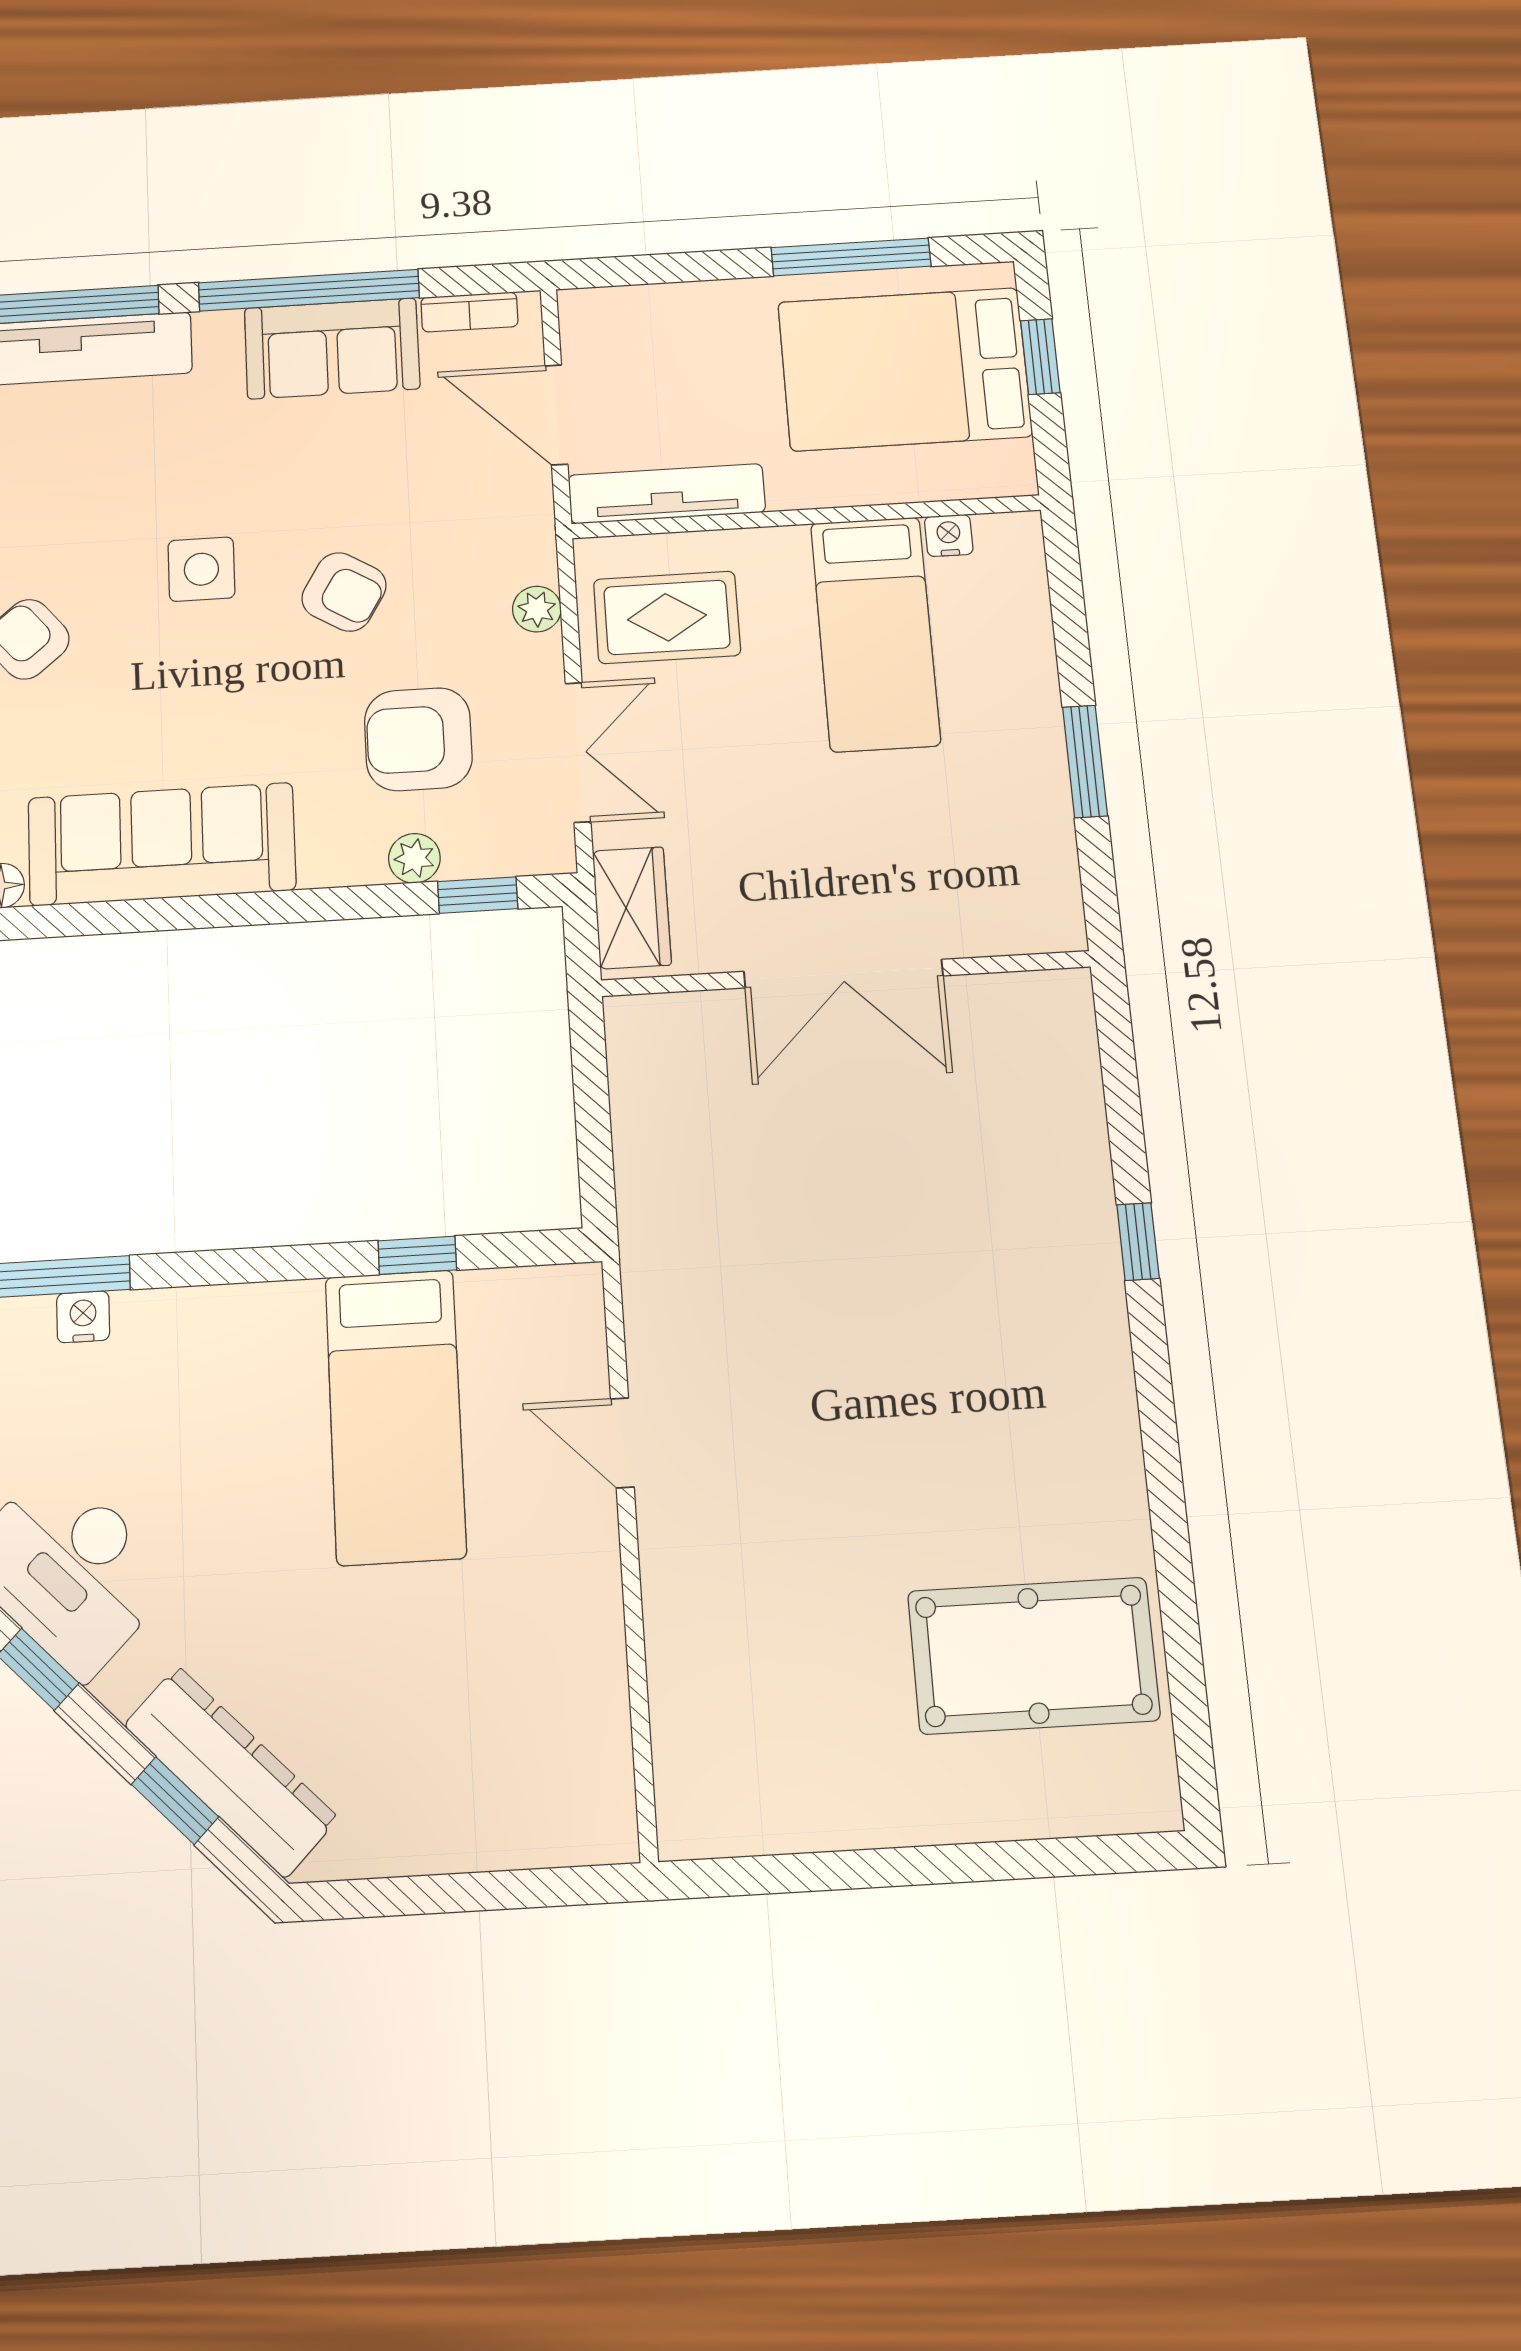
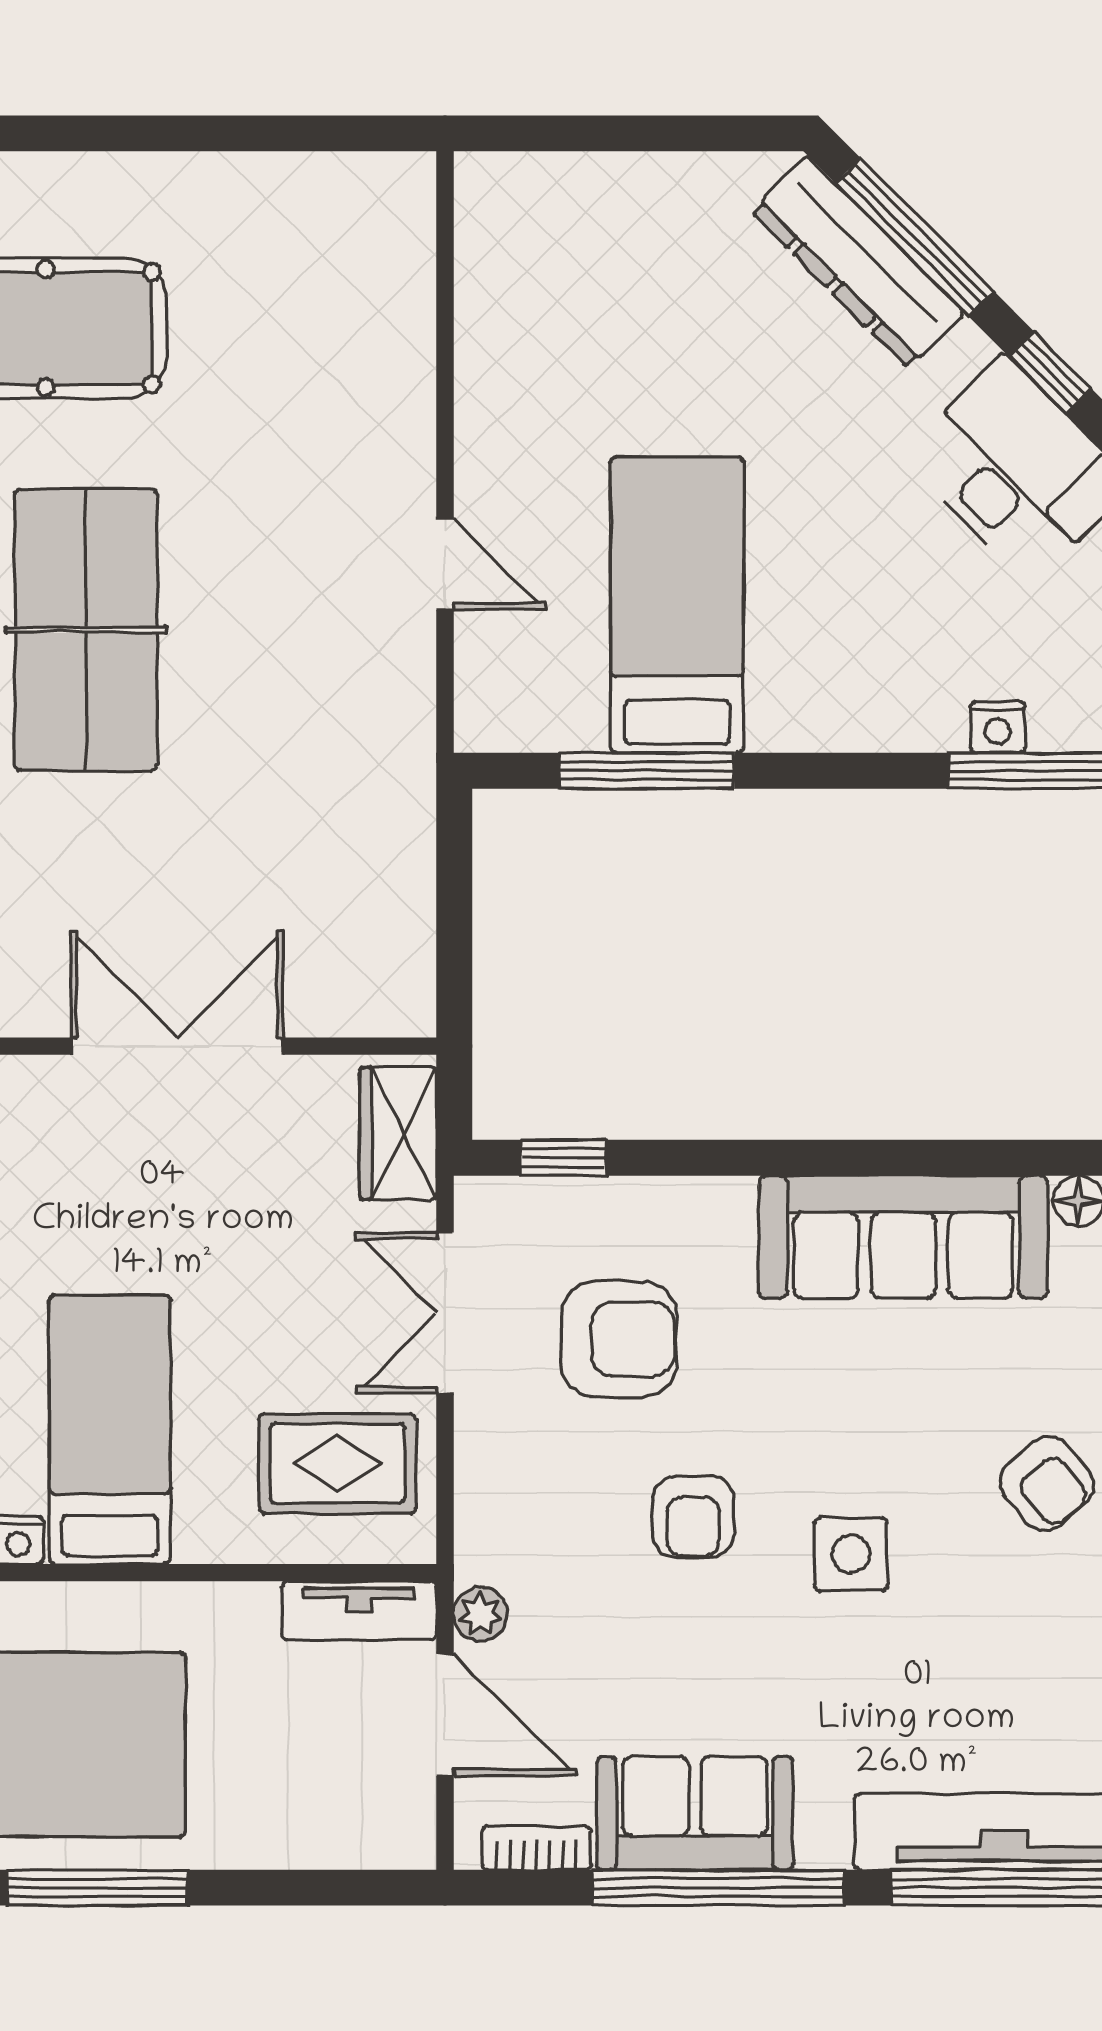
tv unit: (667, 494) -> (359, 1611), width x0.71
armchair: (344, 592) -> (693, 1517), turned -121
plant: (537, 609) -> (480, 1614), moved
plant: (414, 858) -> (629, 1204), removed
window: (417, 1255) -> (647, 771), width x2.17
table tennis table: (965, 1358) -> (86, 630), added
window: (175, 1801) -> (915, 237), width x2.17

